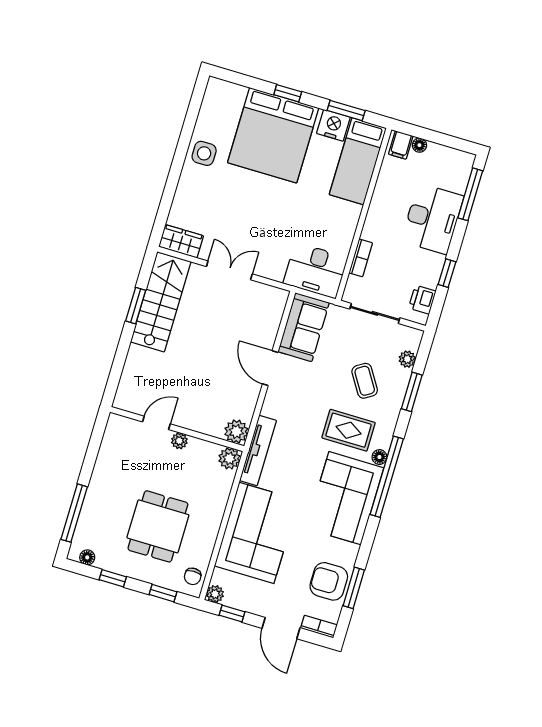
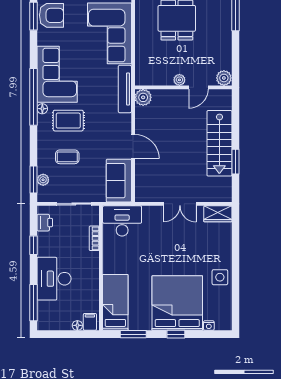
nightstand: (333, 125) -> (209, 326), moved, width x0.53, depth x0.56
stairs: (161, 302) -> (219, 143), moved
coffee table: (365, 381) -> (67, 157), turned -58
window: (412, 392) -> (33, 179), moved
plant: (229, 458) -> (224, 78), moved

